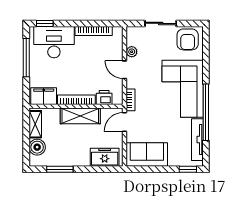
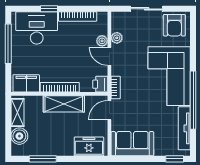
window: (45, 23) -> (49, 9), moved
plant: (117, 55) -> (102, 41), added
printer: (104, 97) -> (100, 84), moved, turned -90

